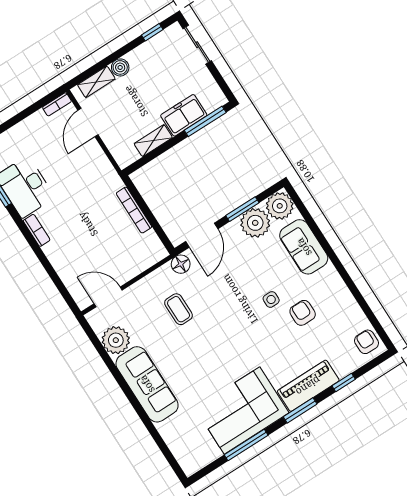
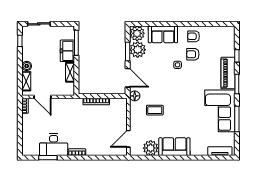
armchair: (367, 342) -> (194, 36), moved
sofa: (147, 384) -> (174, 147), width x0.73
tv unit: (180, 450) -> (220, 151), added

